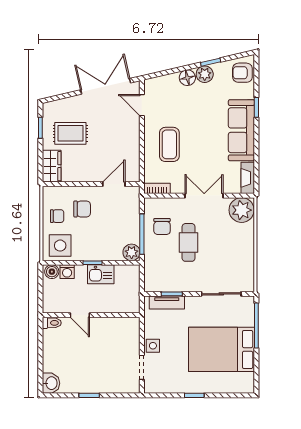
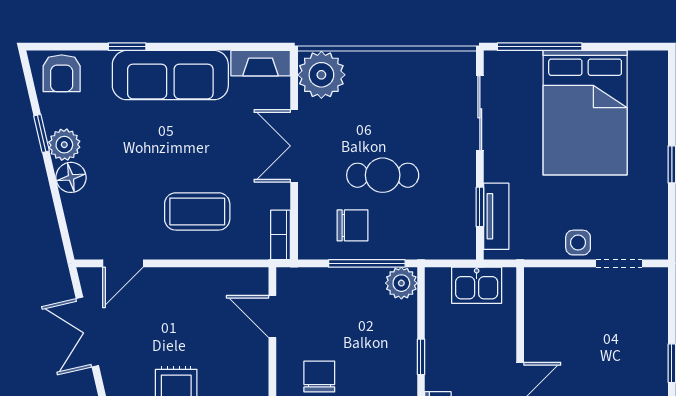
double door: (106, 86) -> (87, 332), width x0.73
kitchen sink: (101, 274) -> (477, 285), moved, turned 90

